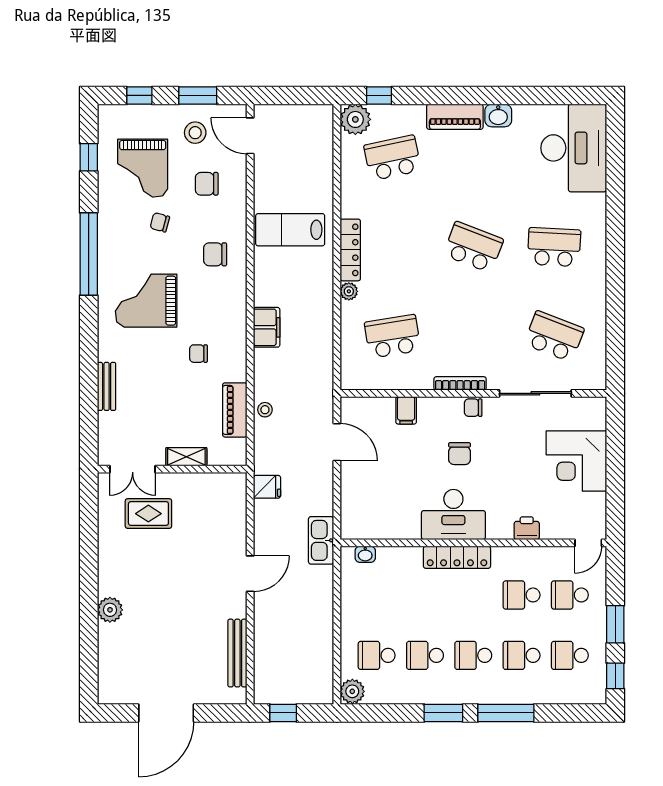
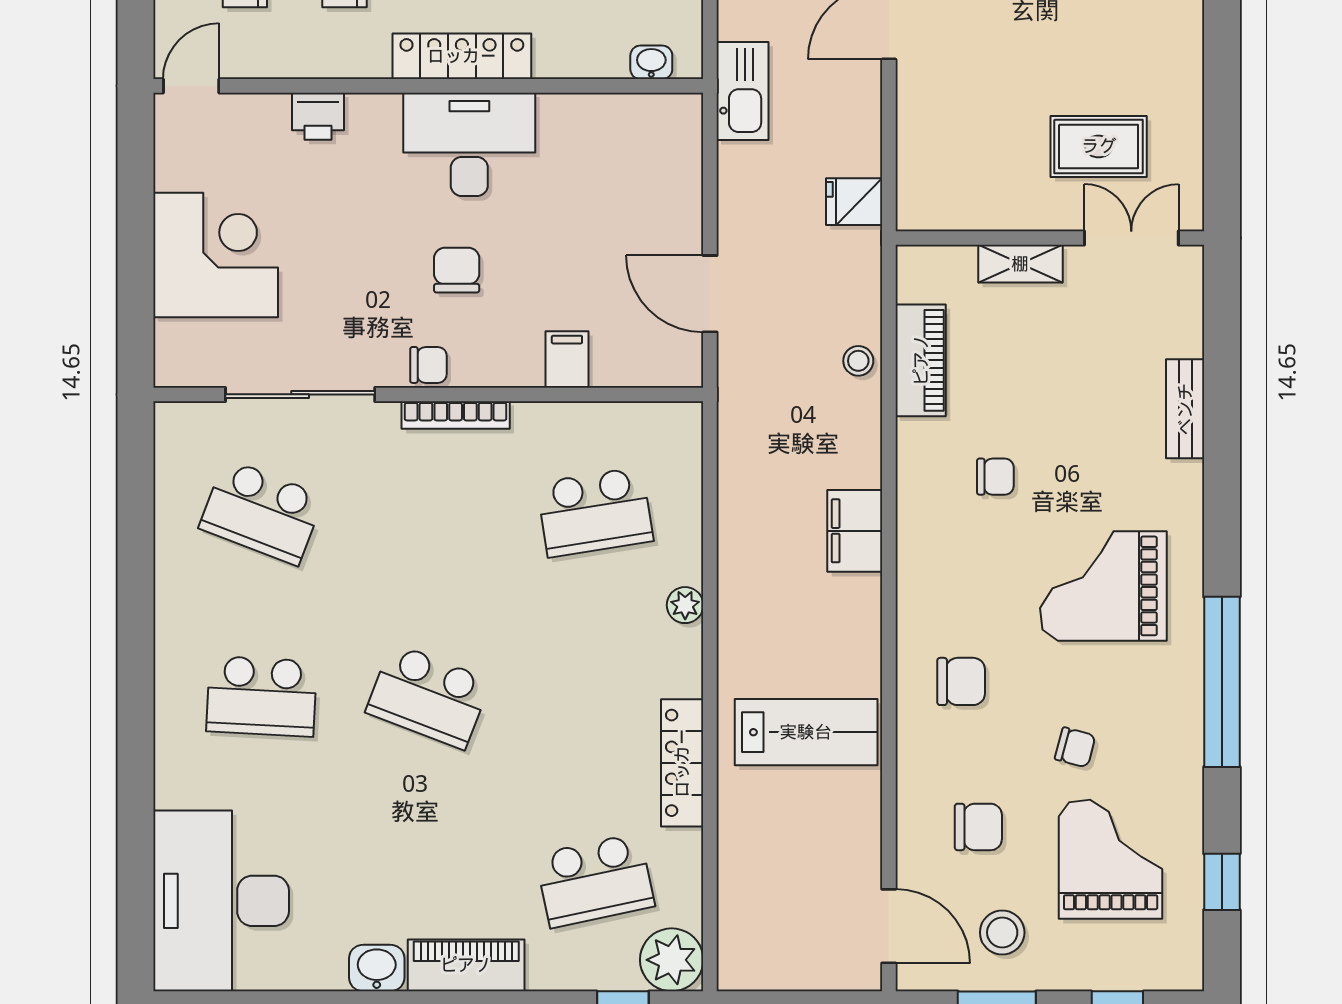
locker: (350, 250) -> (682, 763), moved
grand piano: (146, 301) -> (1103, 586), turned 180

